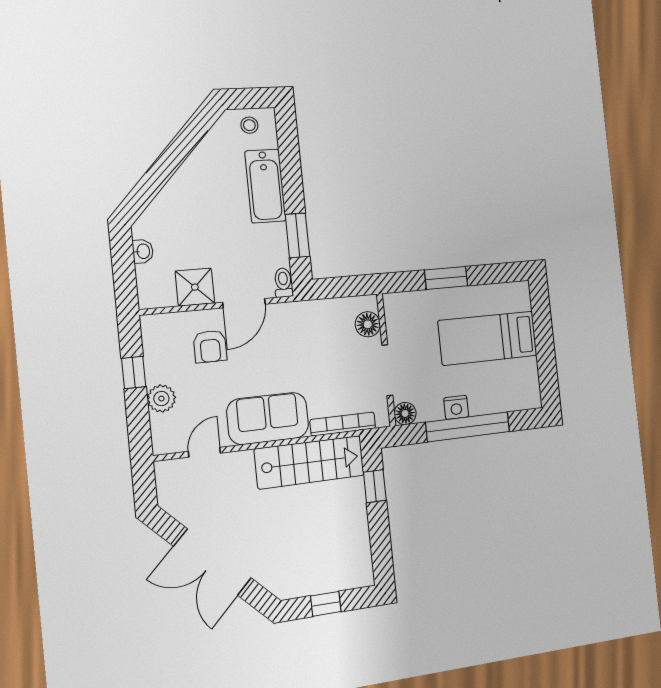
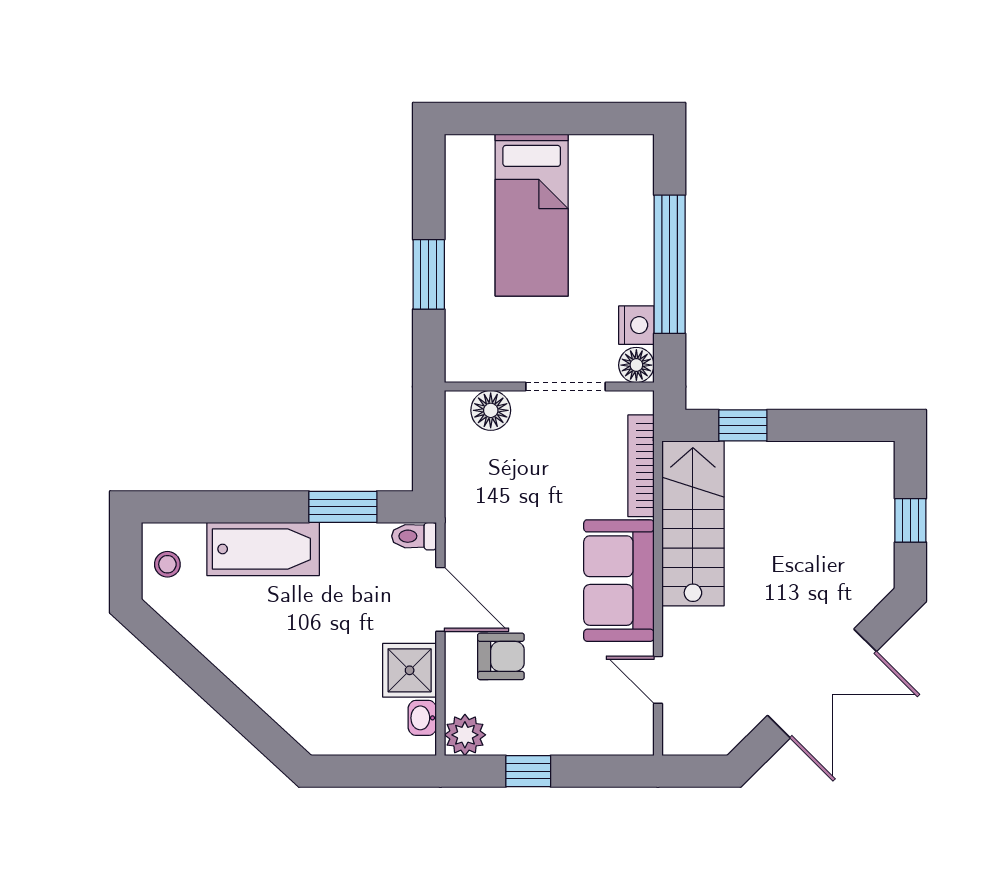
washbasin: (143, 251) -> (422, 718), moved, turned -90
plant: (161, 399) -> (465, 735), moved
nightstand: (456, 407) -> (636, 325), moved

